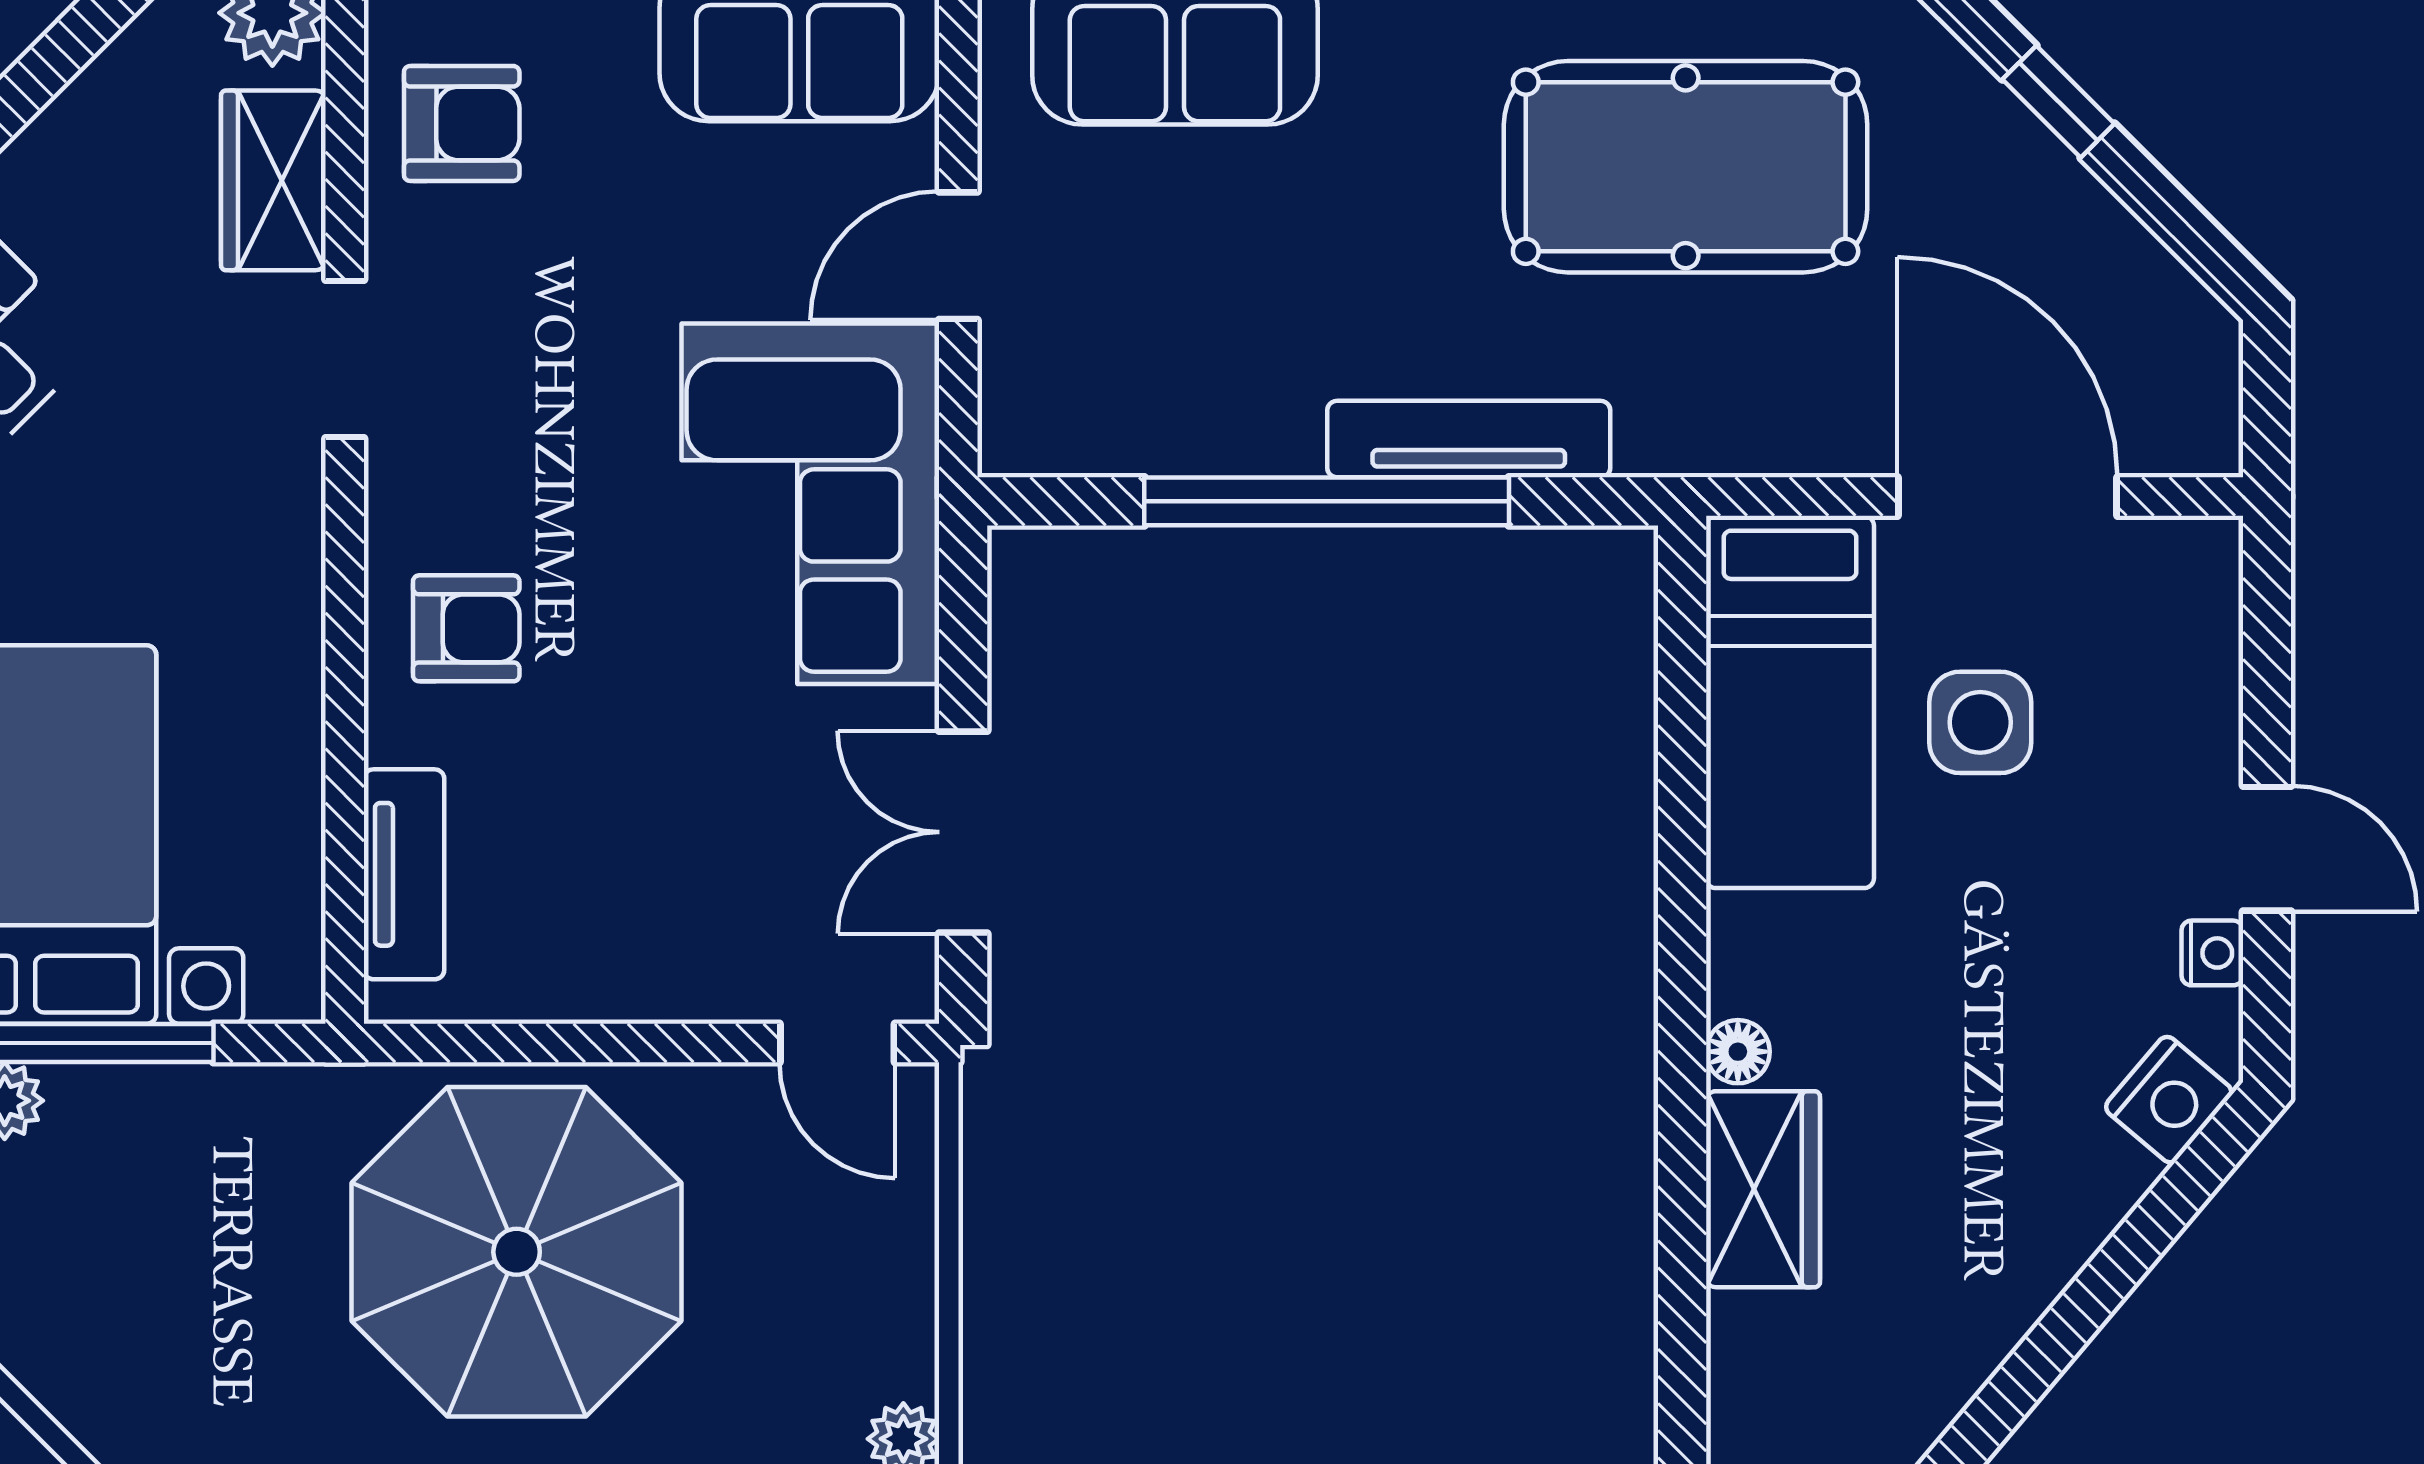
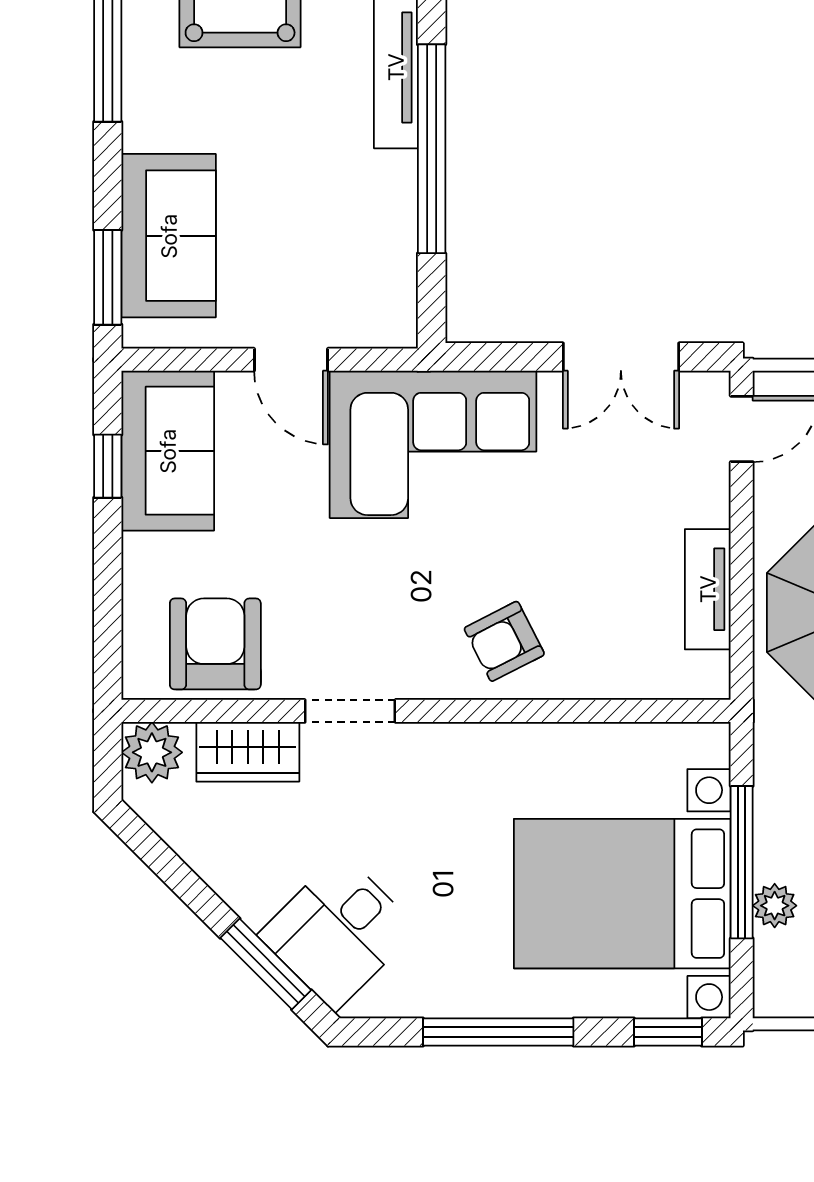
armchair: (462, 123) -> (215, 644), width x1.38, depth x1.38
armchair: (466, 628) -> (504, 641), turned -117
tv unit: (404, 874) -> (708, 589), moved, turned -90

